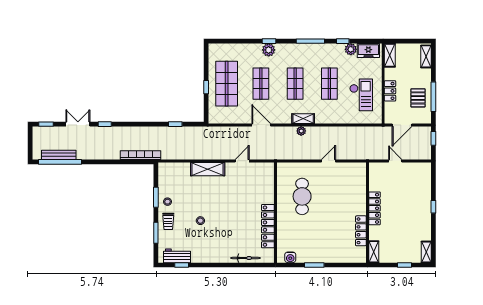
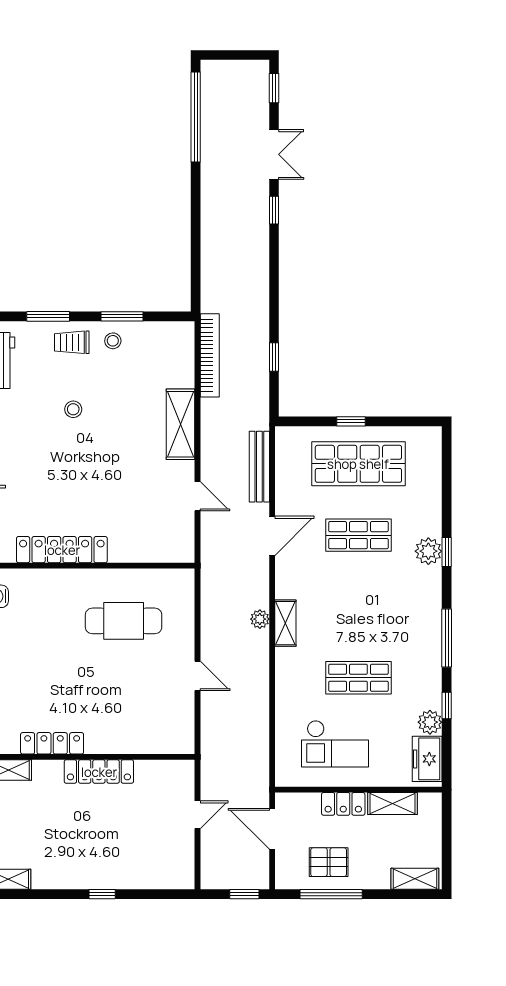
shelving: (390, 55) -> (392, 803), moved
shop shelf: (295, 84) -> (358, 606), removed
bench: (59, 155) -> (259, 467), moved
bookcase: (140, 155) -> (210, 355), moved

